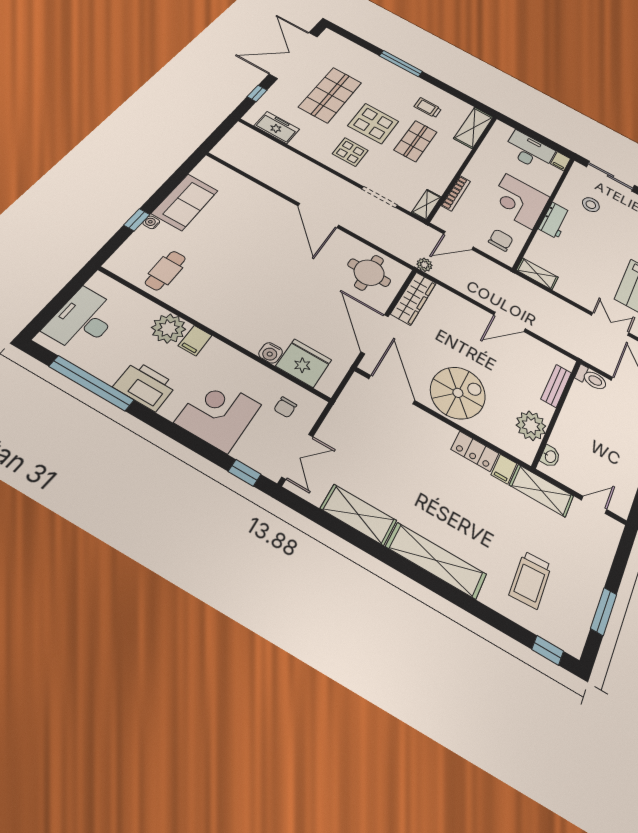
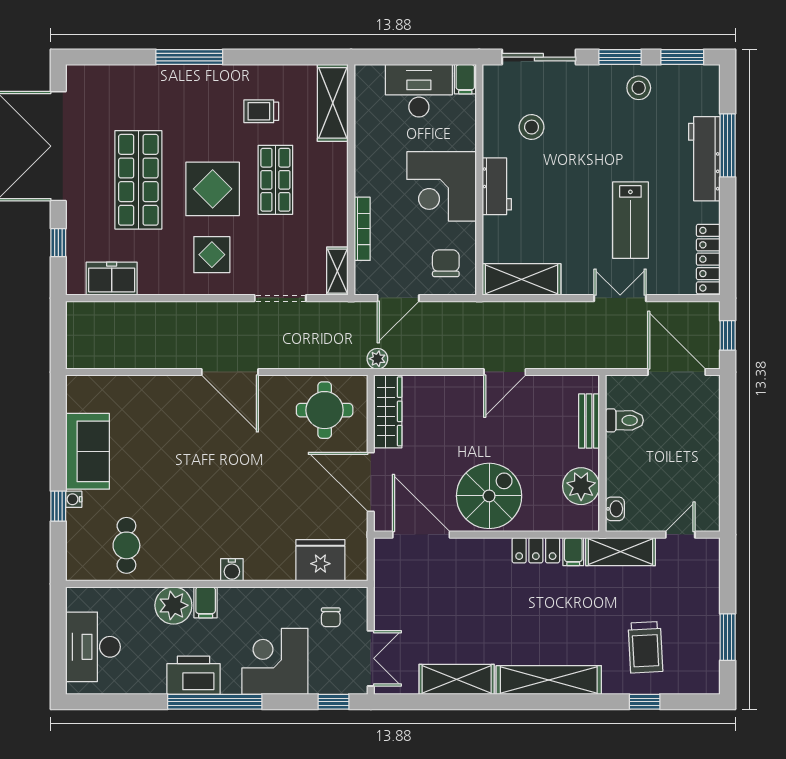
shelving: (537, 274) -> (521, 279), width x1.50, depth x1.33
water cooler: (271, 353) -> (232, 570), moved
toilet: (591, 378) -> (624, 420), moved
window: (91, 383) -> (215, 702), moved
window: (548, 650) -> (645, 702), moved

